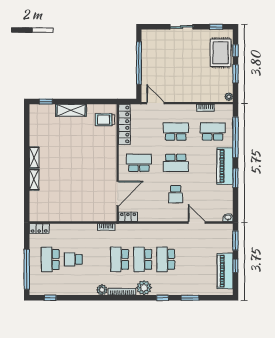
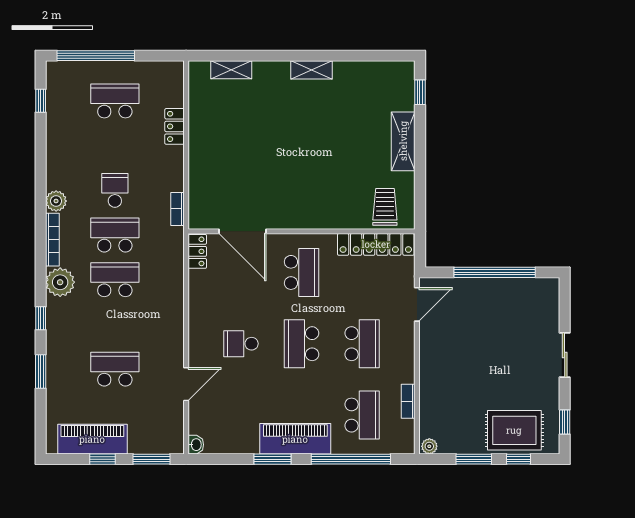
shelving: (34, 180) -> (231, 70), moved
locker: (39, 229) -> (174, 126), moved
school desk: (73, 259) -> (115, 190), moved
school desk: (166, 259) -> (115, 369), moved

